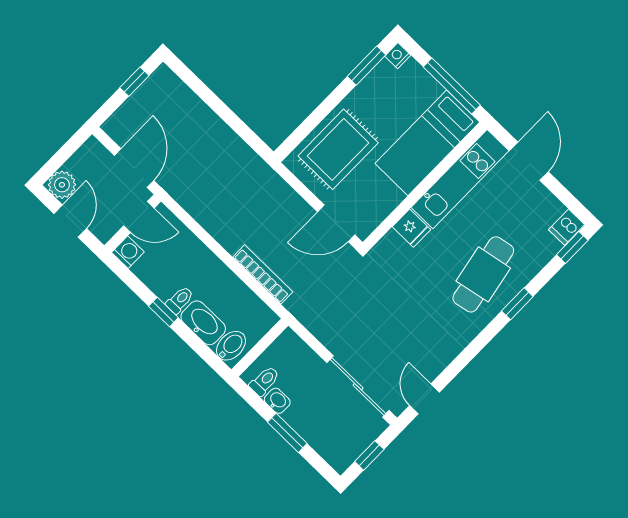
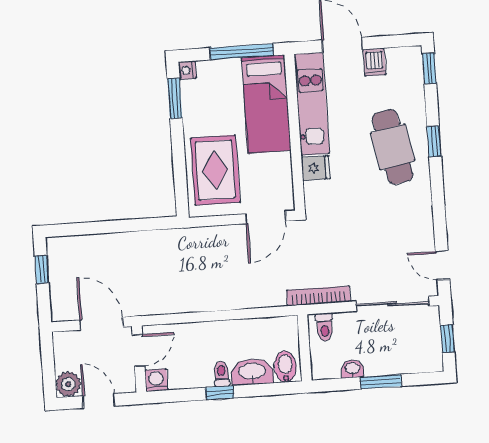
dishwasher: (567, 227) -> (374, 62), moved
bookcase: (263, 274) -> (319, 296), moved
toilet: (264, 381) -> (325, 327), moved, turned 180

